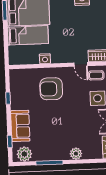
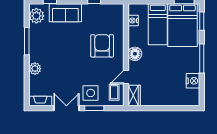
floor lamp: (58, 57) -> (135, 54), added
nightstand: (45, 59) -> (133, 20), moved

